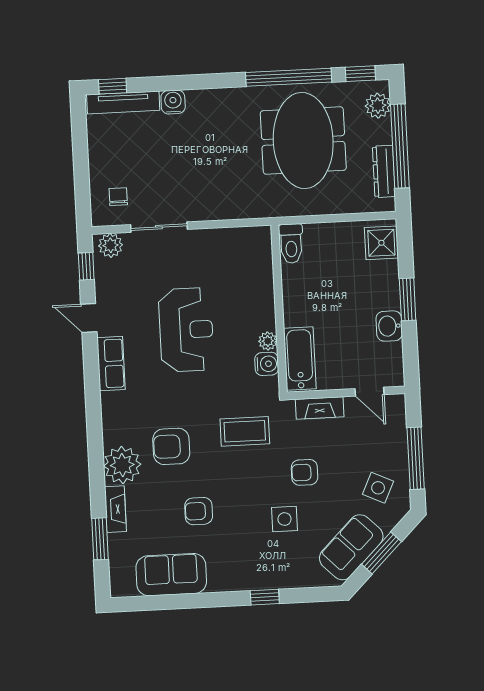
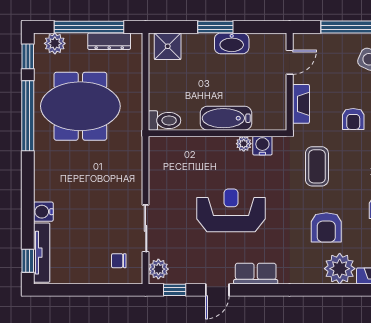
washbasin: (389, 326) -> (232, 43), width x1.38
bathtub: (300, 359) -> (226, 118), moved

